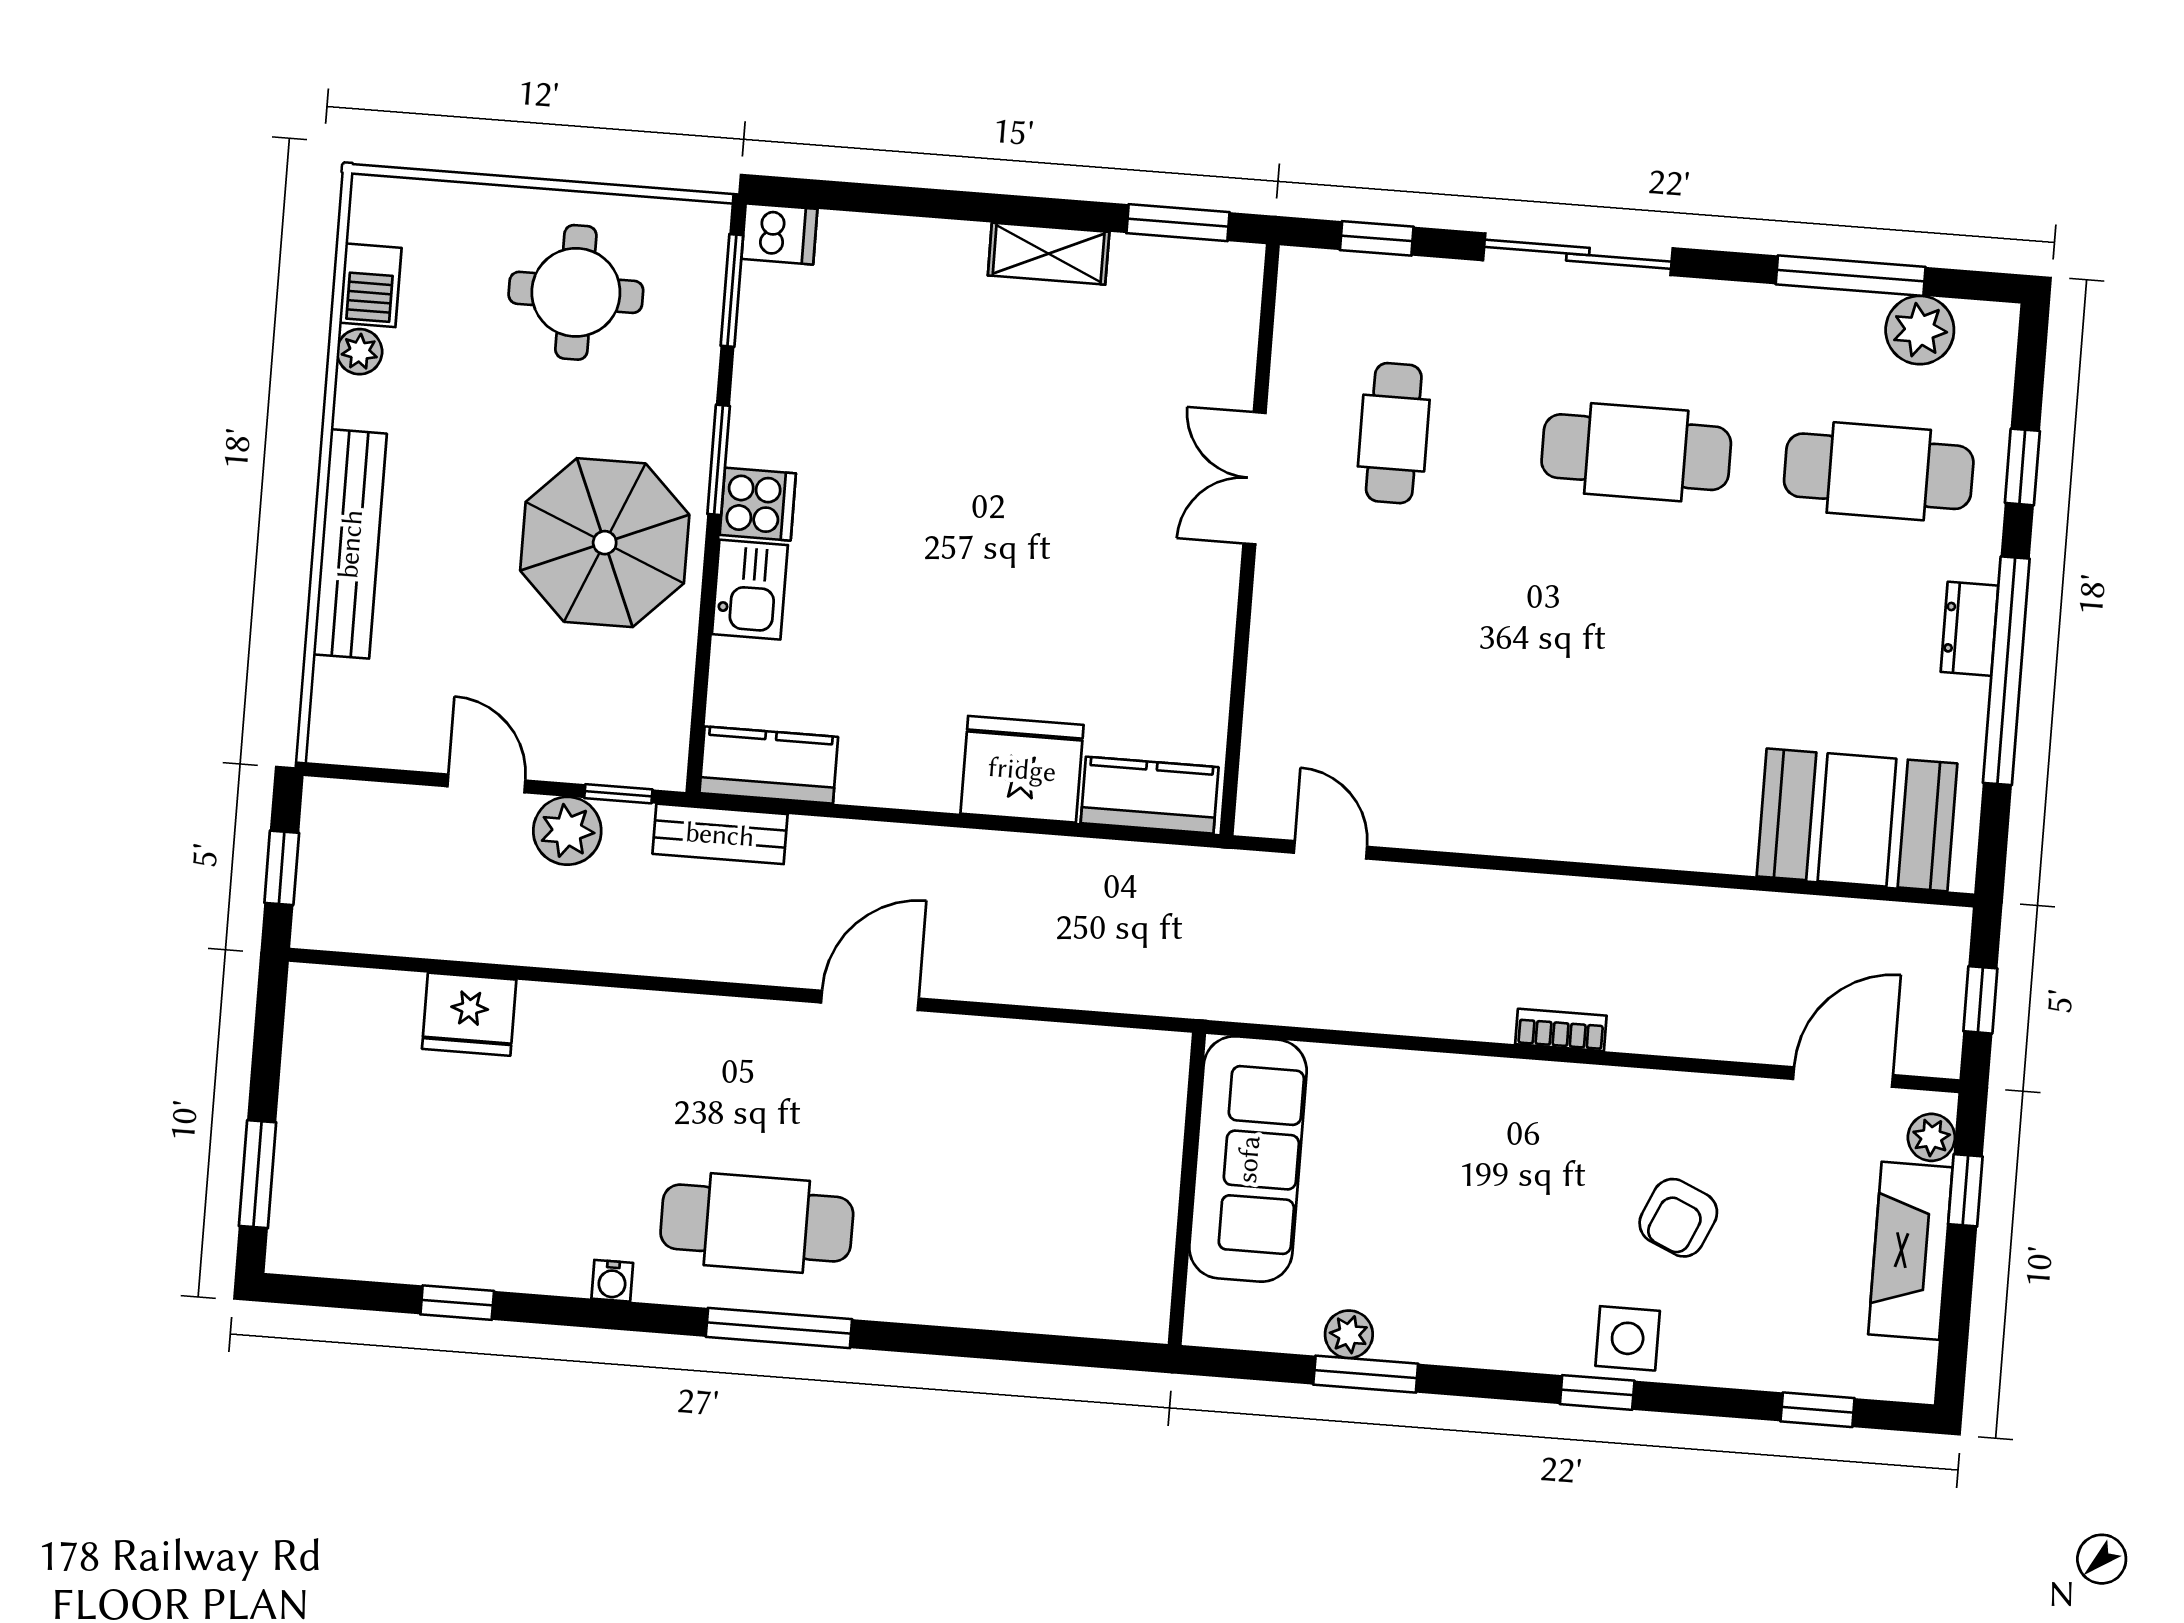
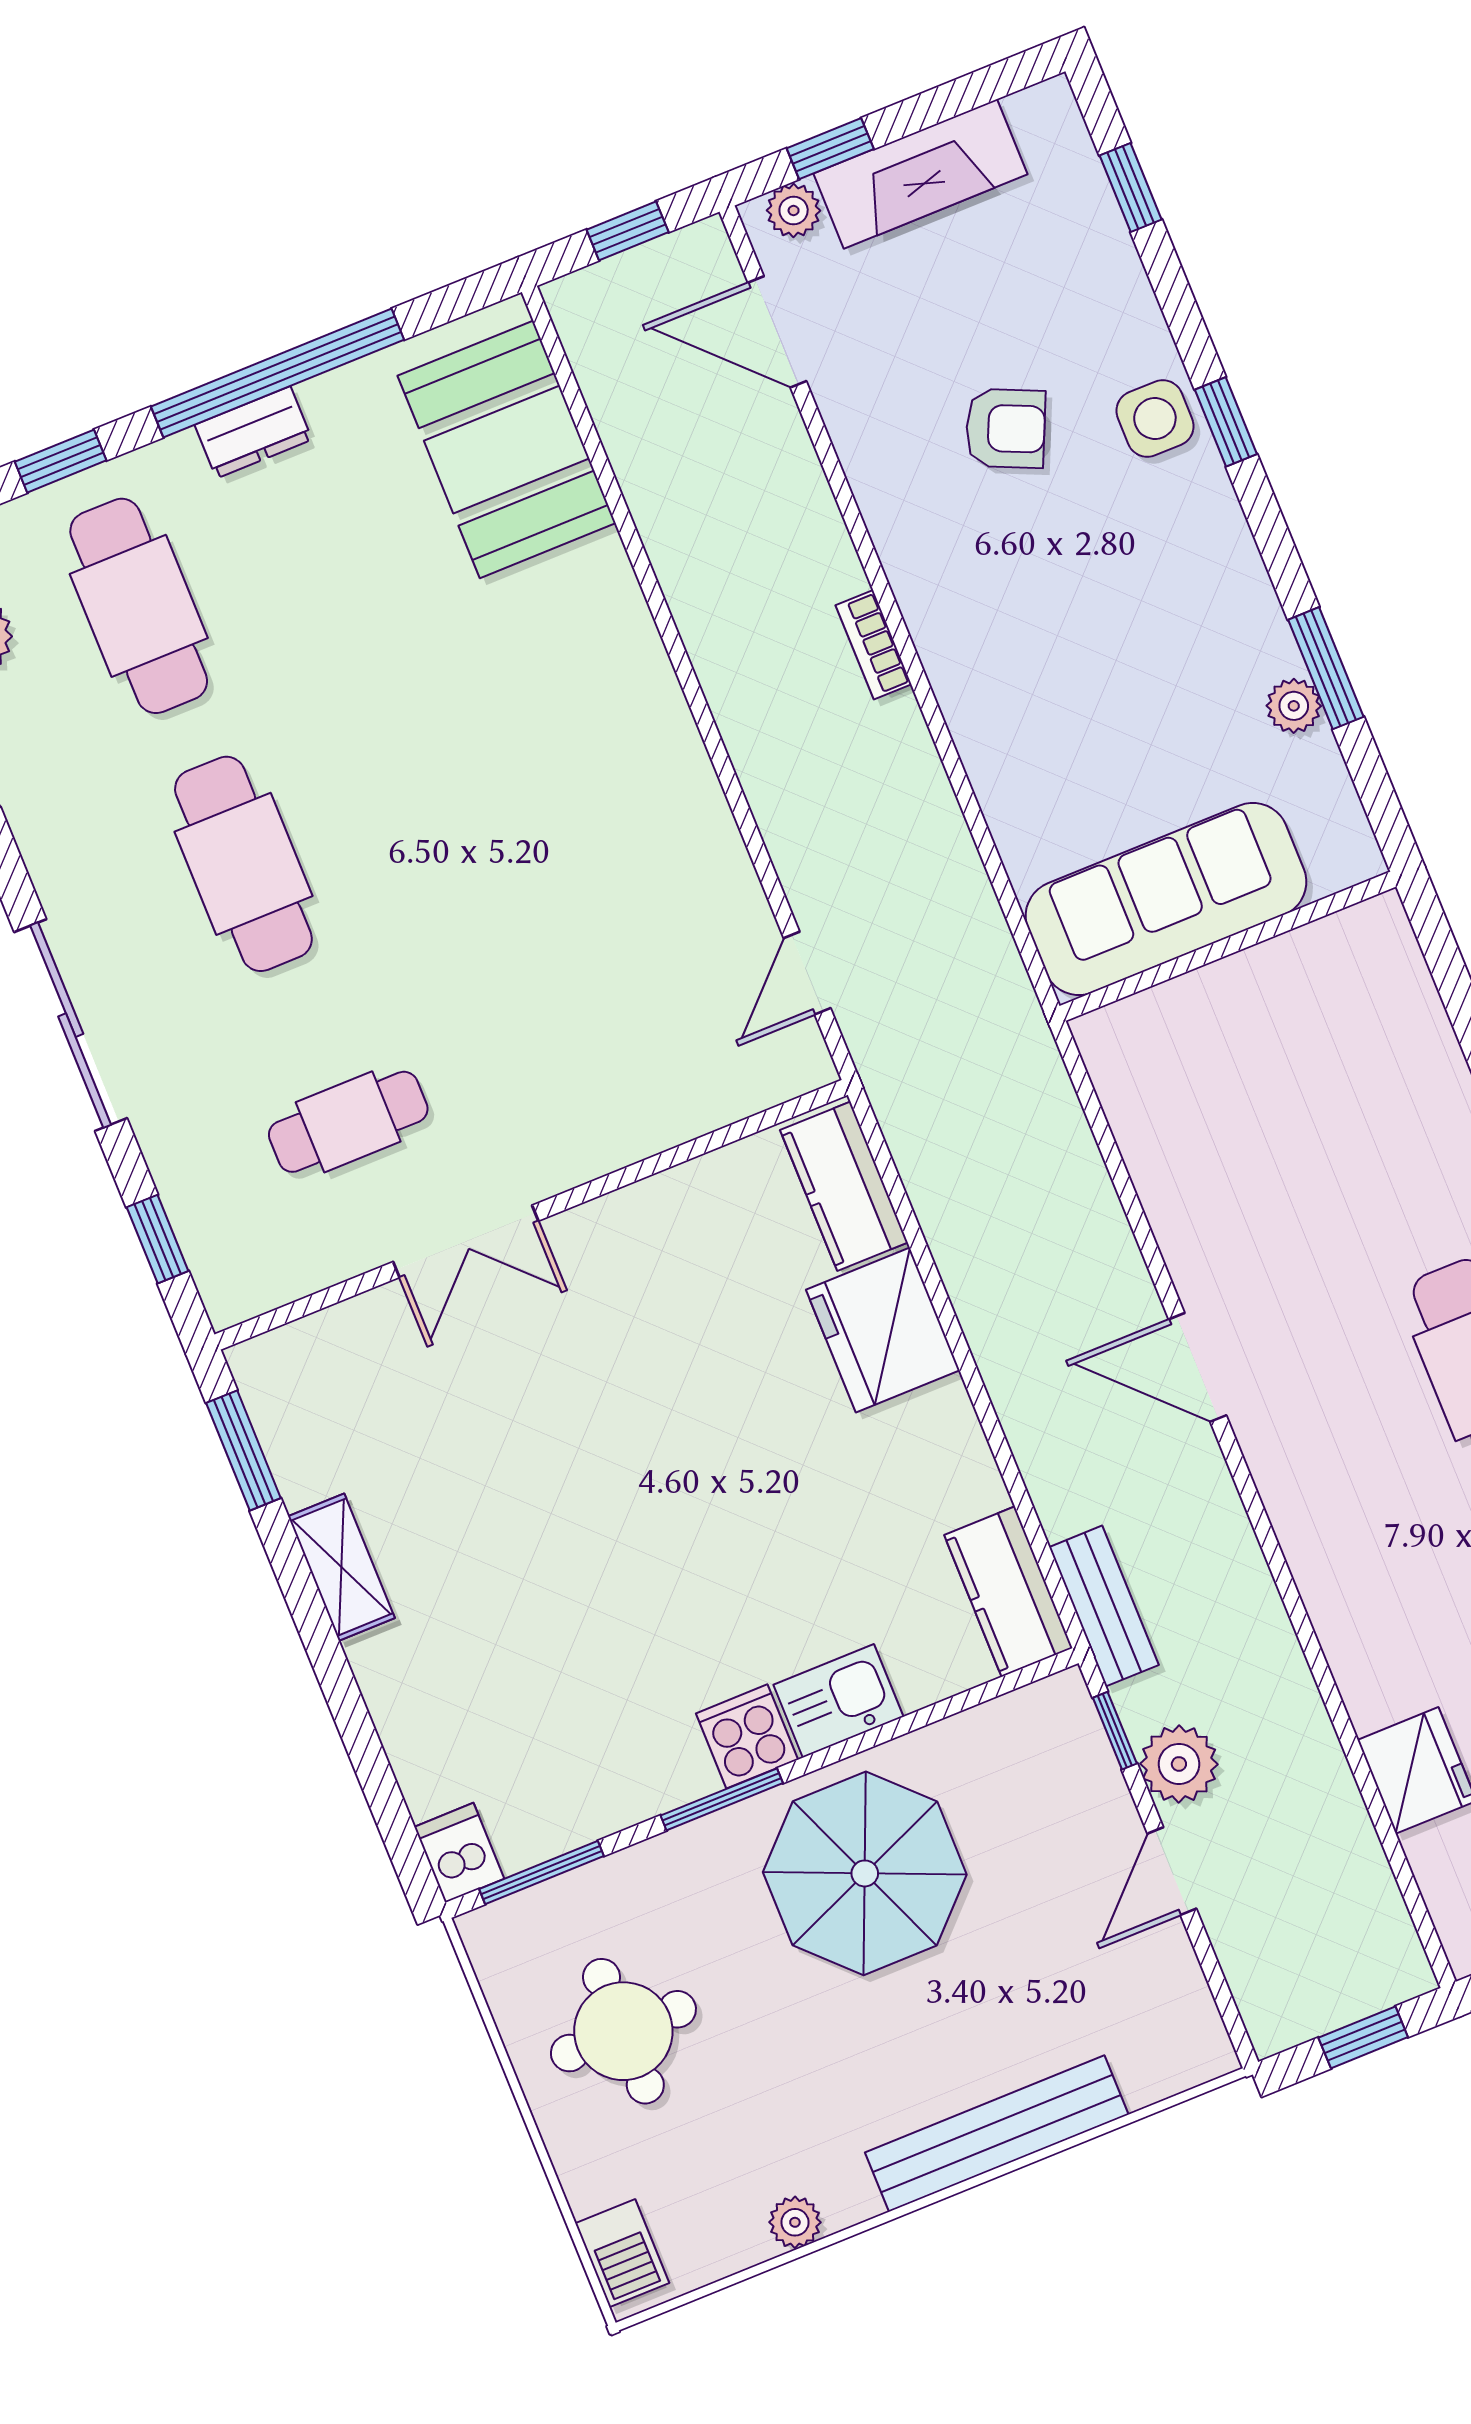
barbecue: (370, 285) -> (622, 2253), moved, turned 90

